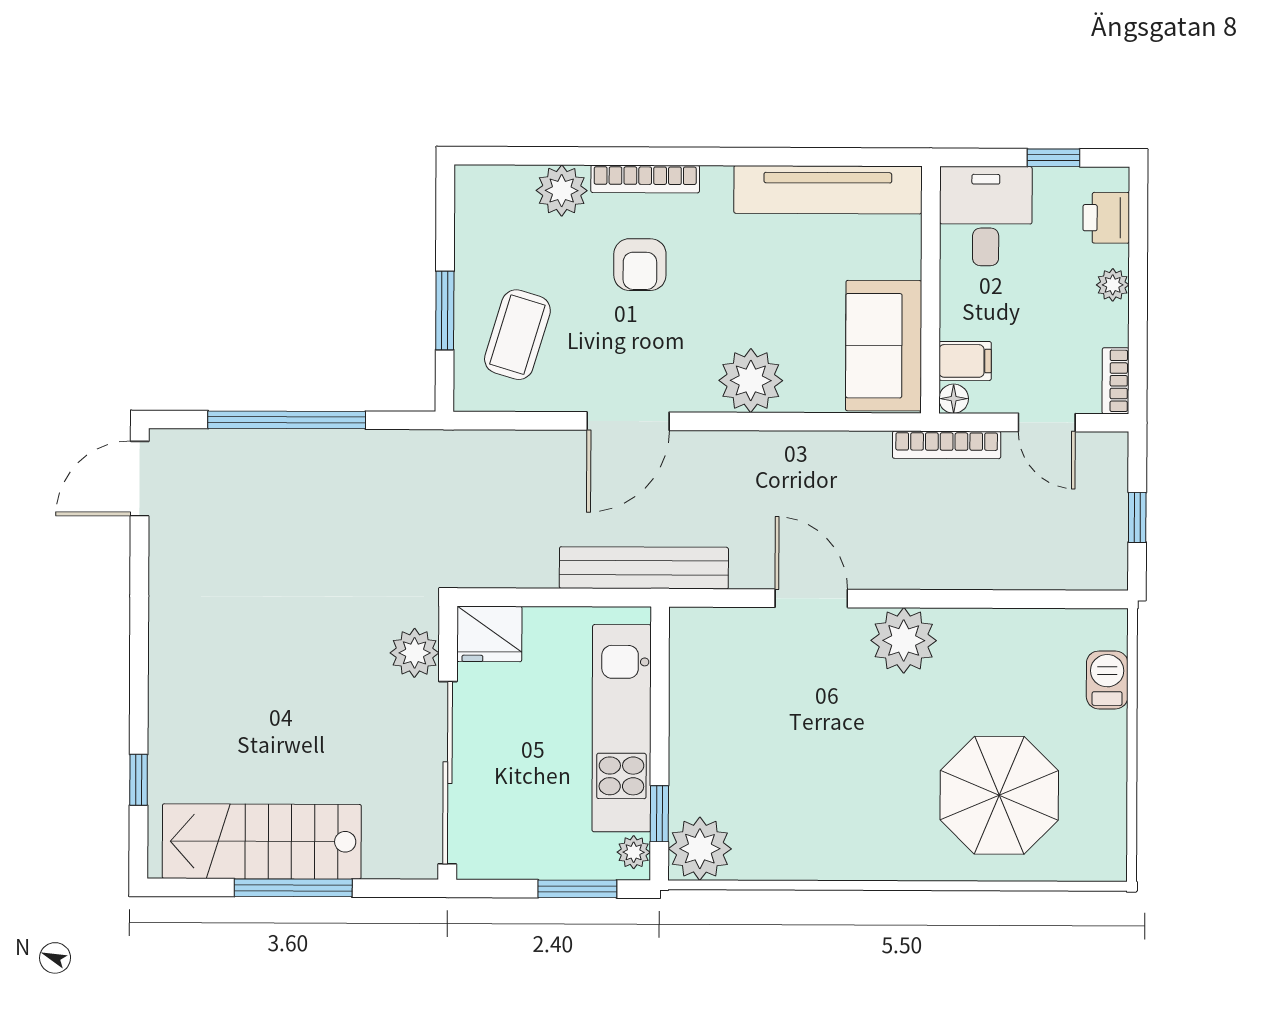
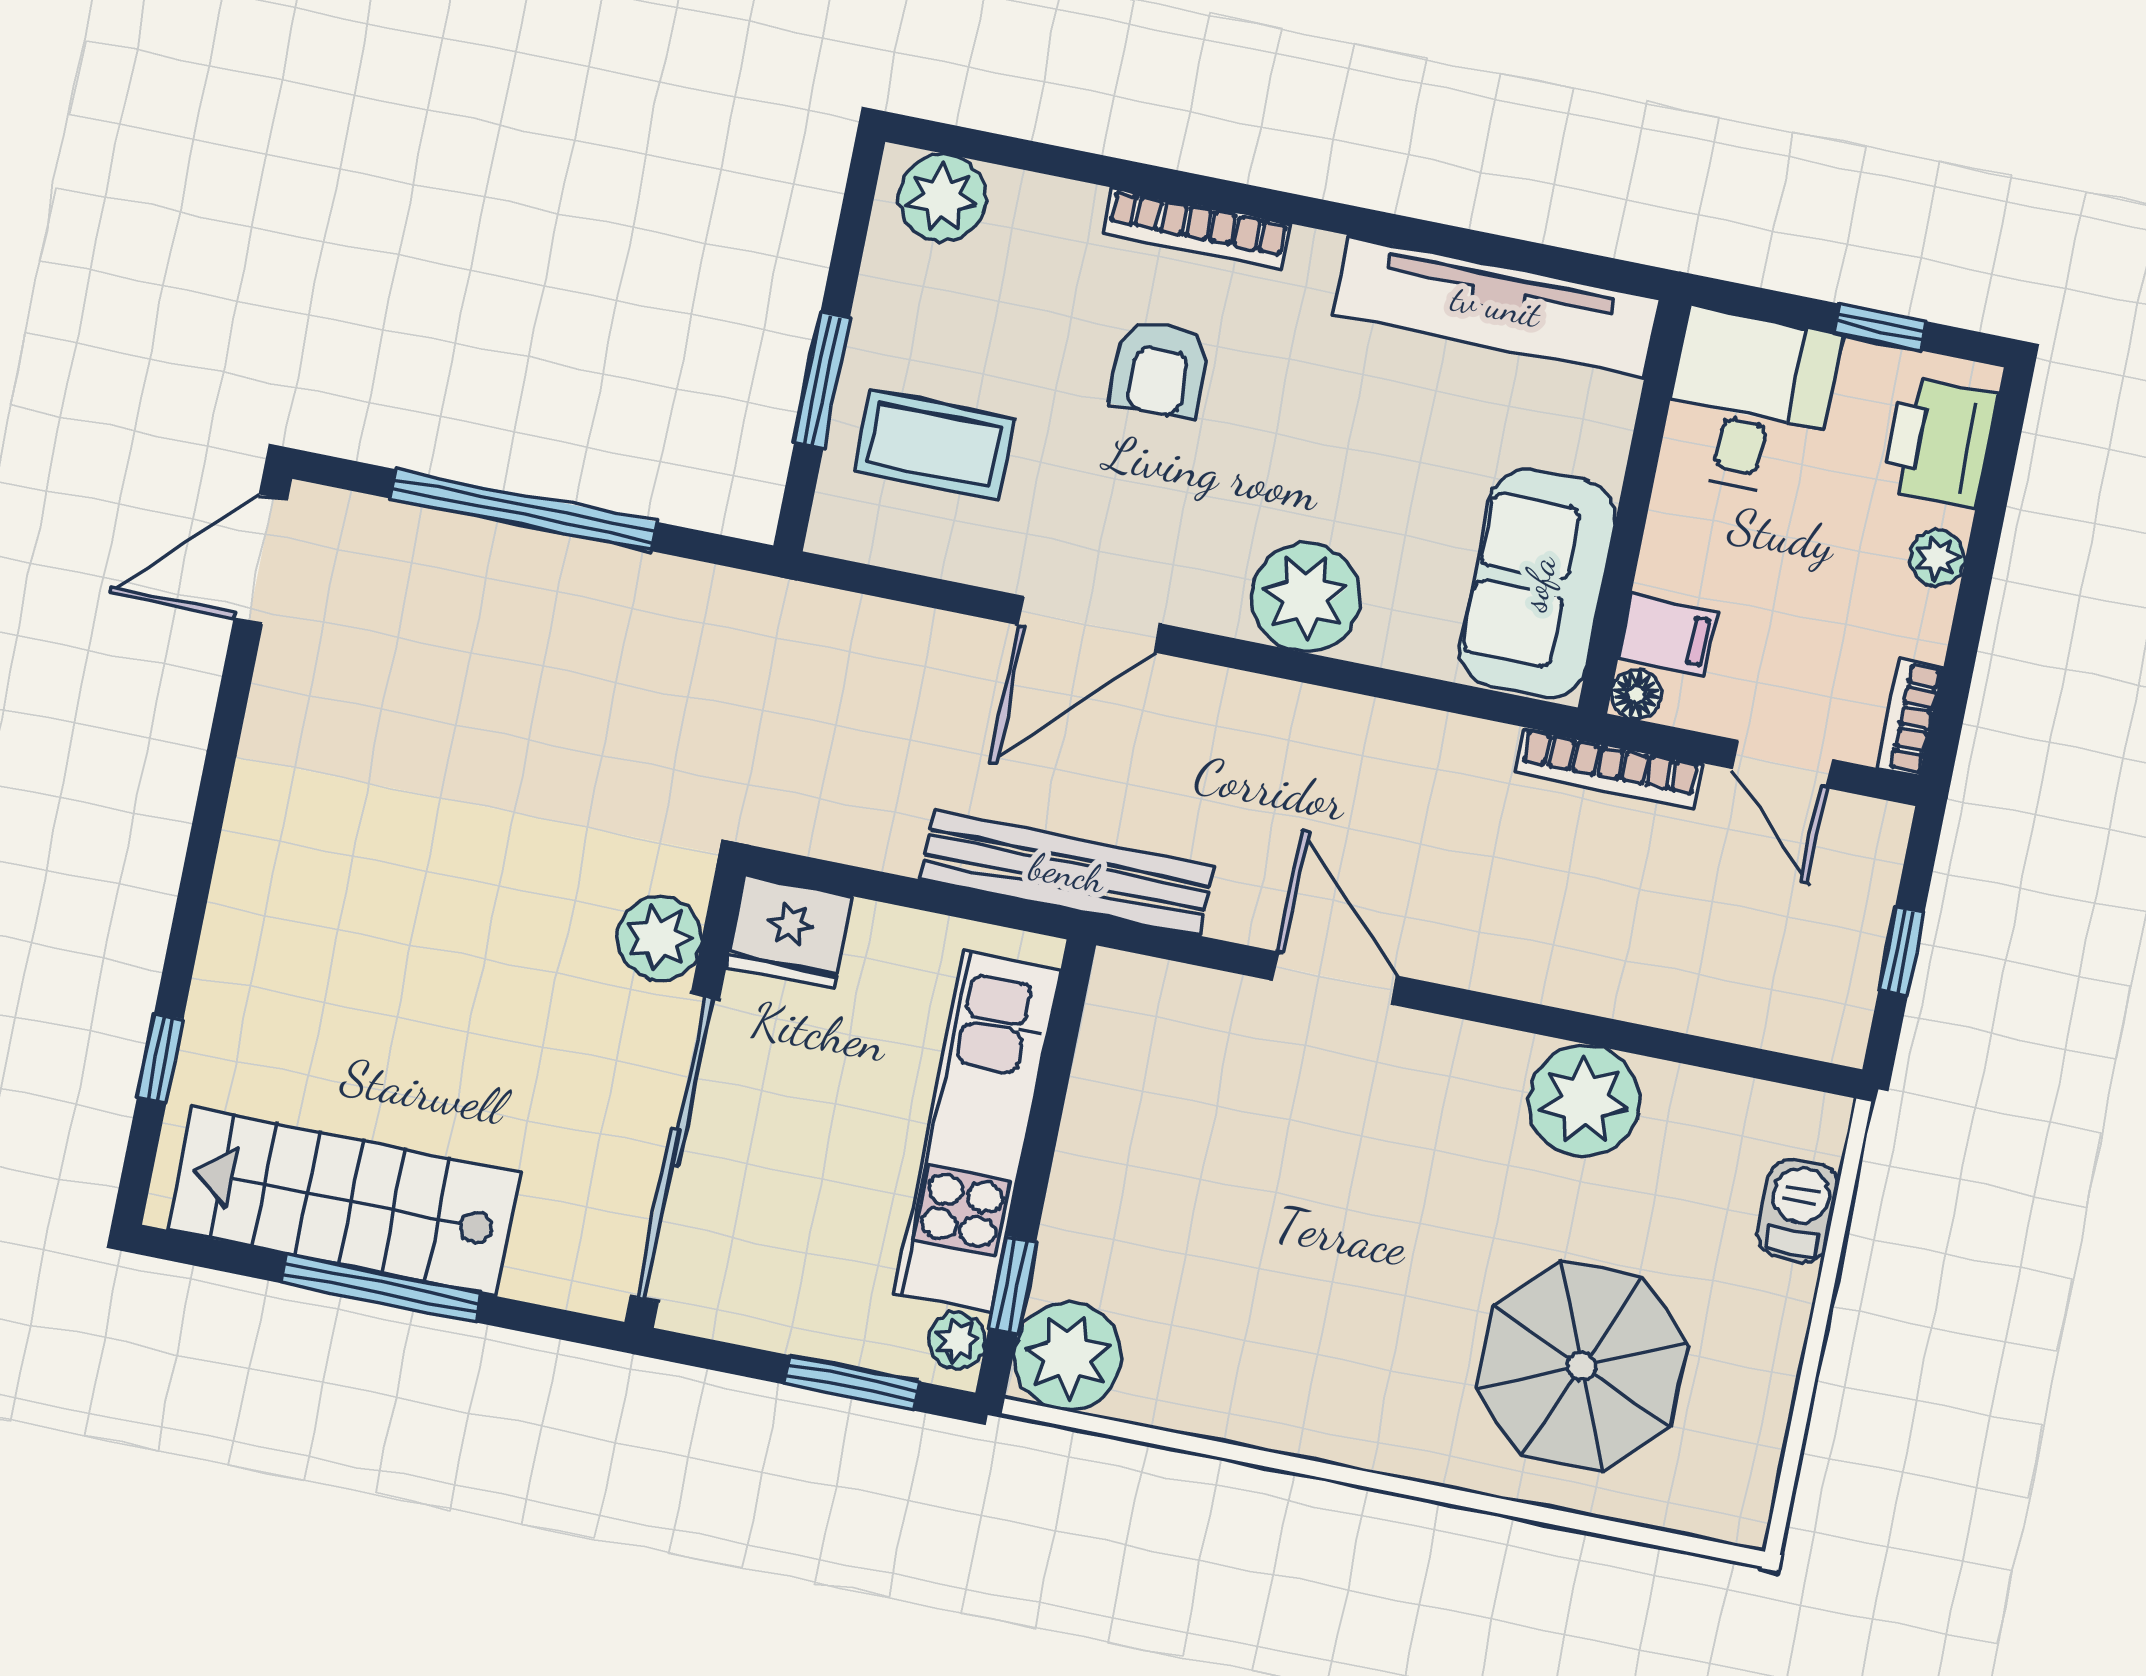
plant: (562, 191) -> (942, 198), moved
printer: (1106, 218) -> (1939, 442), width x1.36, depth x1.24
coffee table: (517, 335) -> (934, 445), turned 73
plant: (904, 640) -> (1584, 1101), moved

